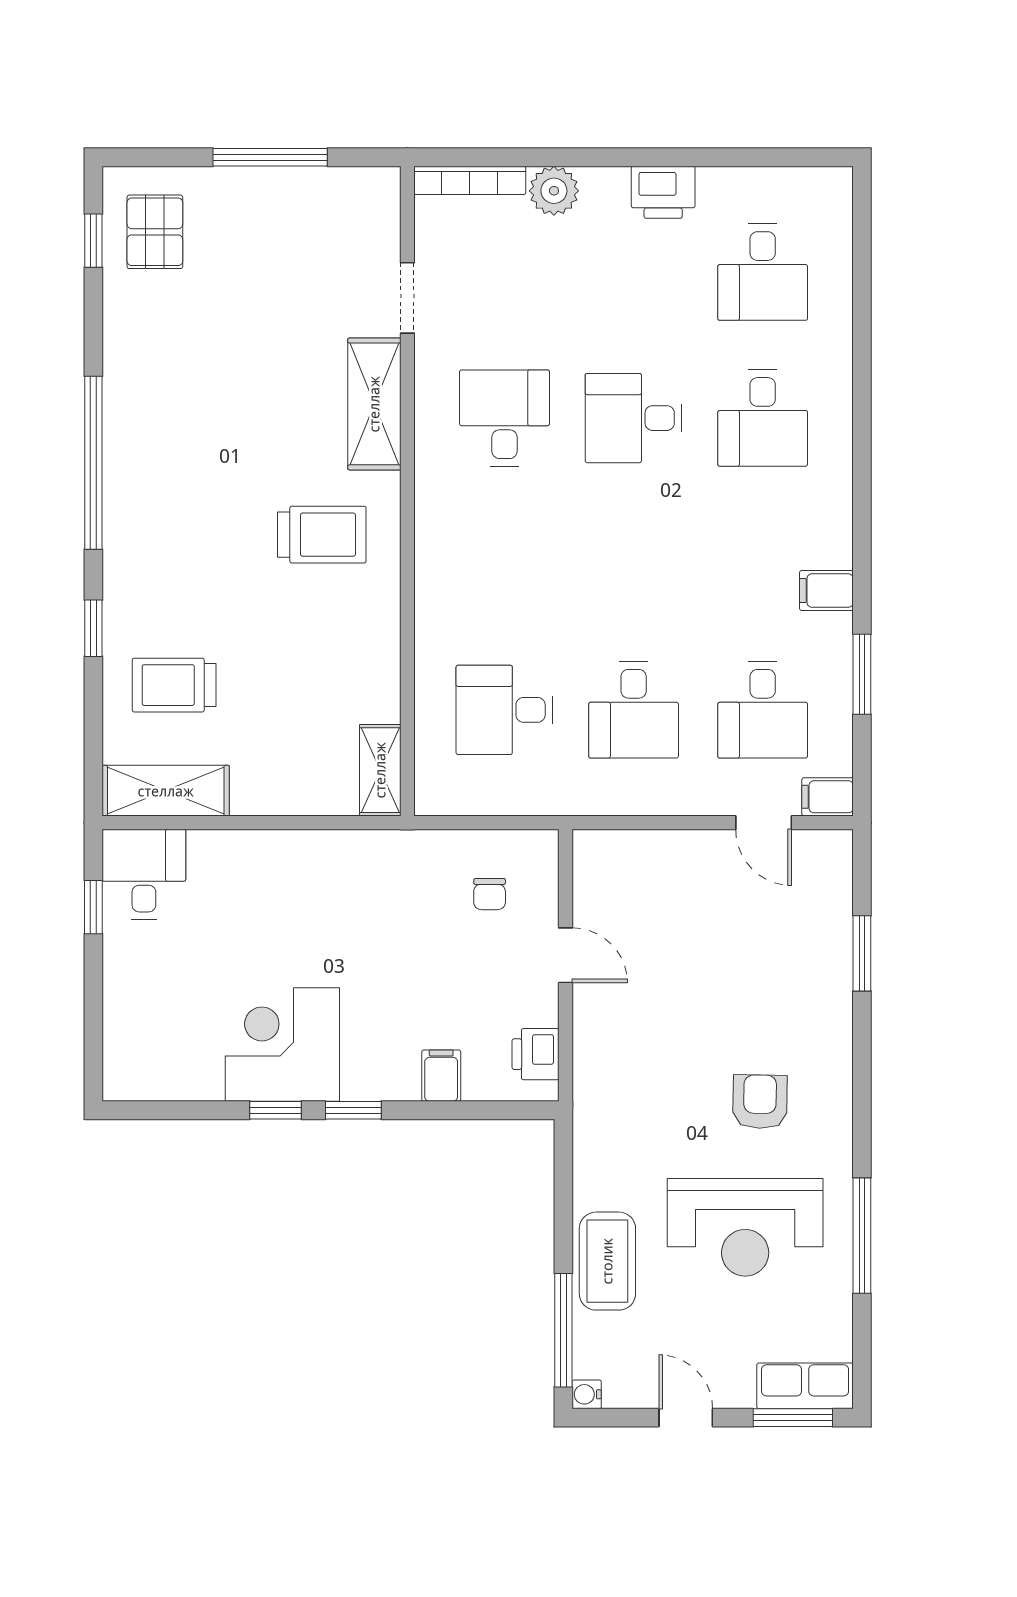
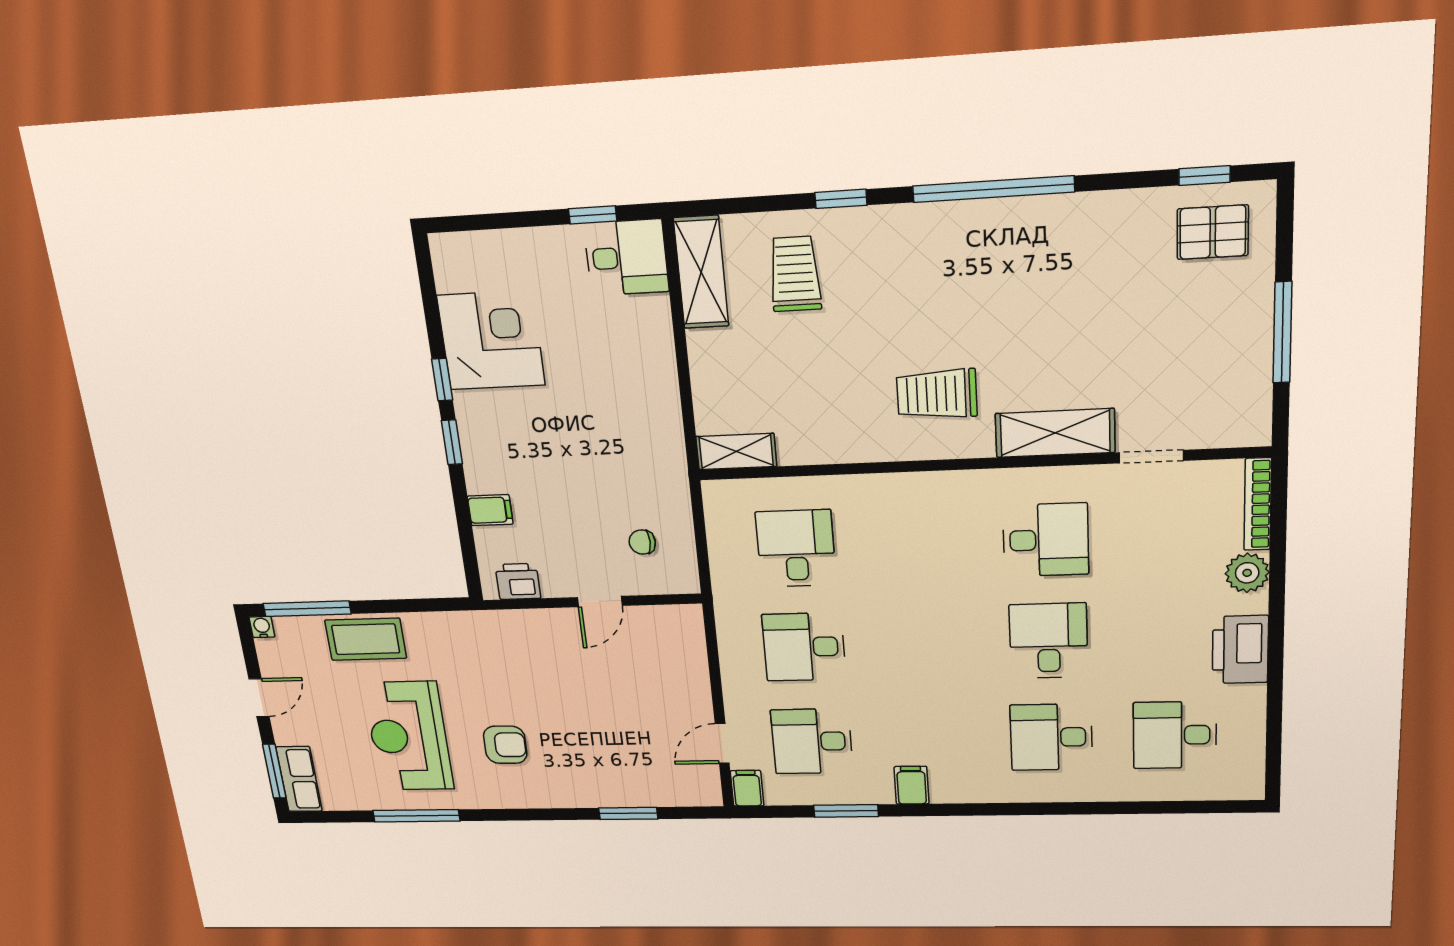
printer: (663, 192) -> (1240, 650), width x1.37, depth x1.19
trolley: (322, 535) -> (937, 394), turned 90
corner desk: (282, 1044) -> (491, 340), moved

